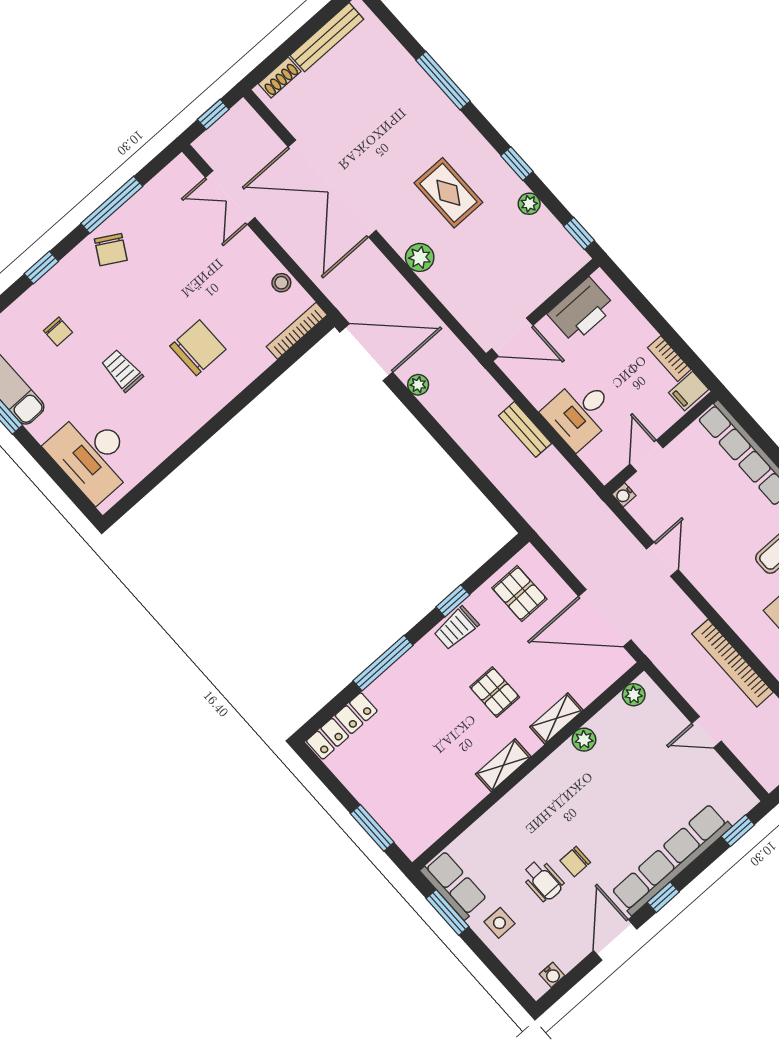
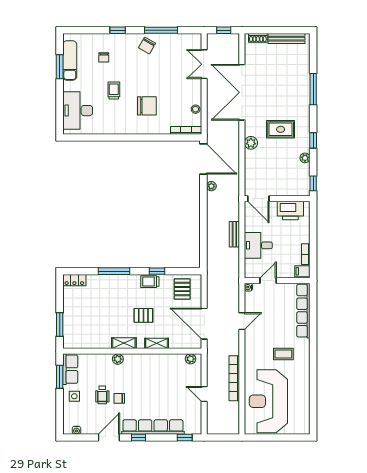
rug: (448, 193) -> (281, 129), turned 90
pallet: (495, 692) -> (143, 315), turned 90
locker: (342, 726) -> (74, 280), width x0.66
plant: (584, 740) -> (118, 359), moved

